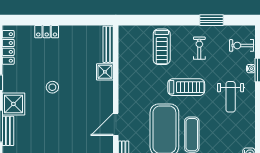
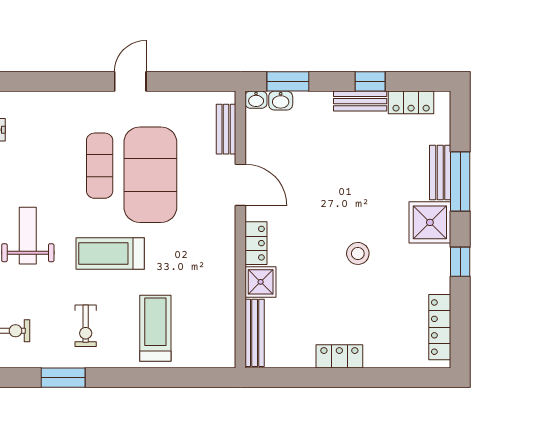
locker: (47, 32) -> (339, 356), moved
locker: (107, 93) -> (256, 243), added
door: (116, 124) -> (240, 185), hinge flipped

